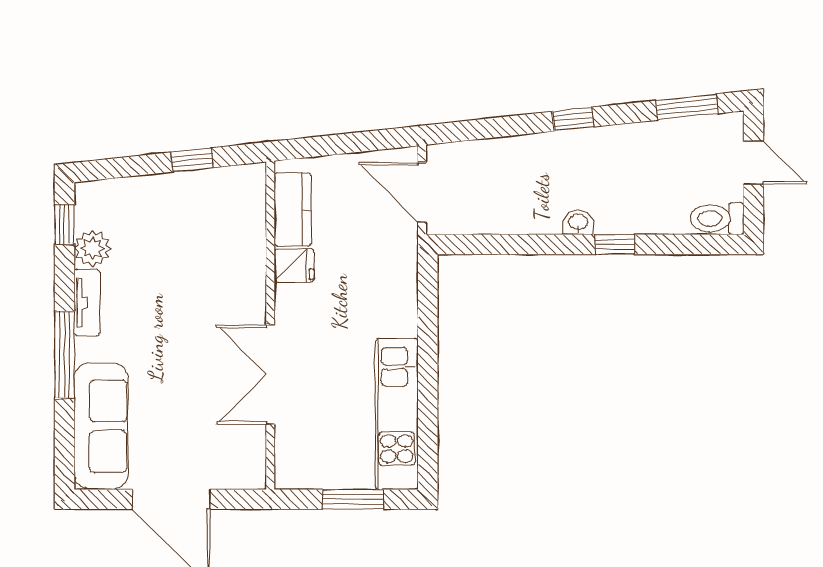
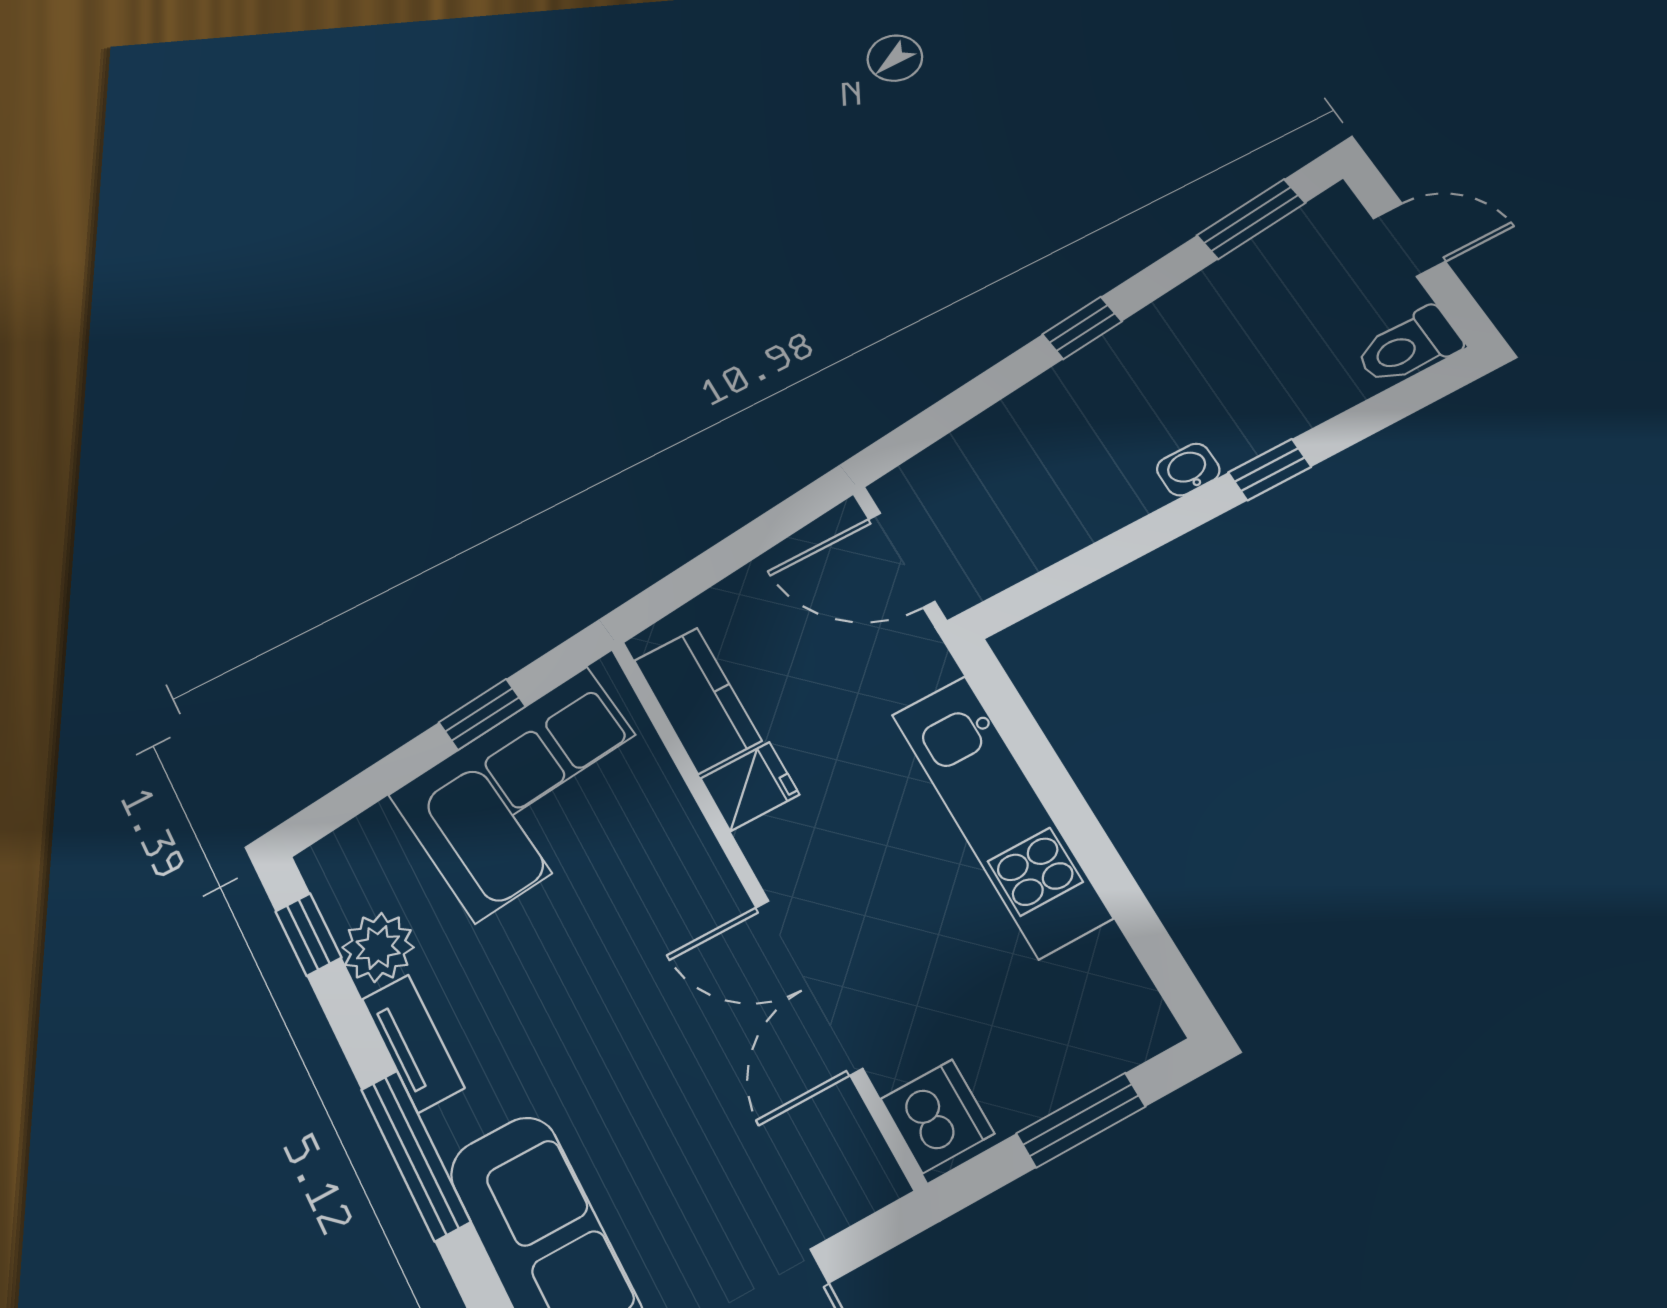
corner sofa: (196, 213) -> (532, 793), added
kitchen unit: (397, 414) -> (1001, 815), moved
dishwasher: (294, 463) -> (937, 1116), added

